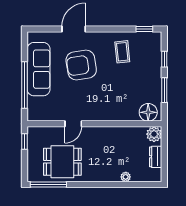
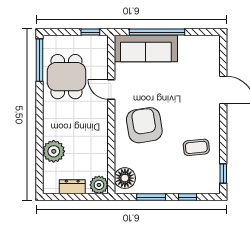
armchair: (81, 65) -> (144, 125), moved
sofa: (39, 69) -> (146, 49), moved
plant: (126, 177) -> (54, 151), width x1.88, depth x1.88

